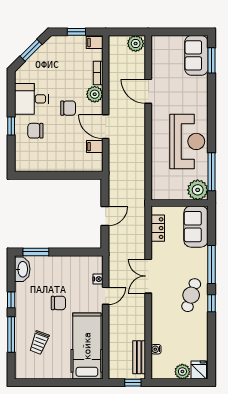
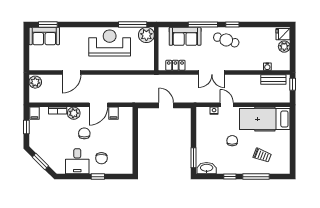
sofa: (196, 227) -> (185, 36), moved

